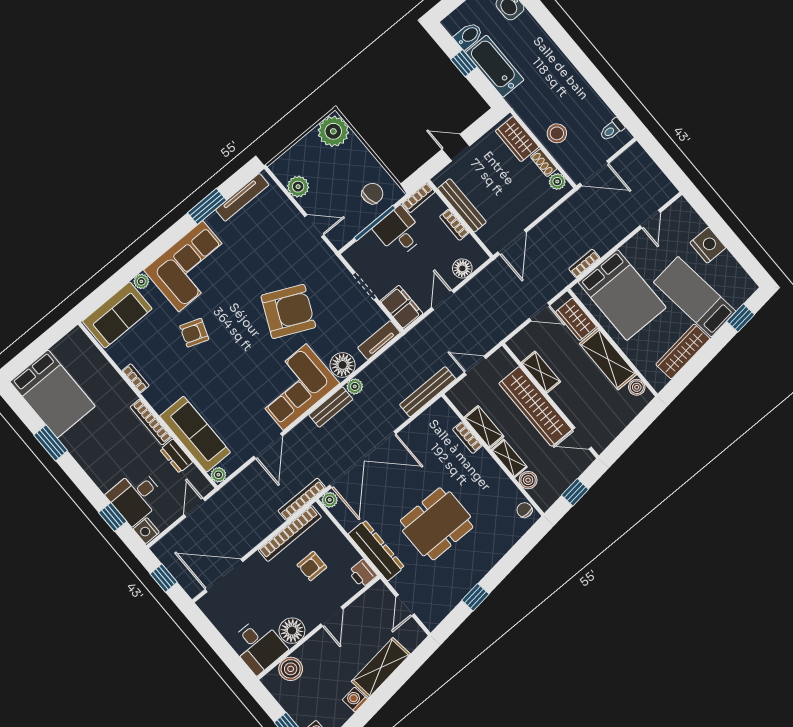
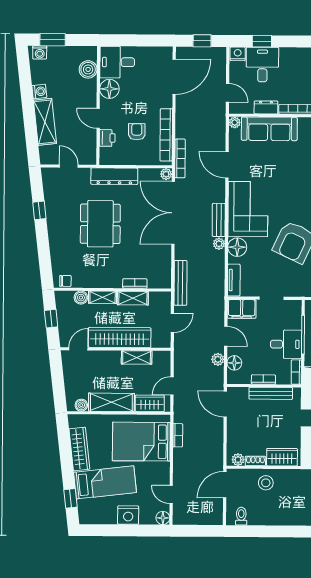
floor lamp: (681, 208) -> (163, 518), added
plant: (473, 288) -> (218, 359), added
printer: (363, 574) -> (107, 138), moved, turned 90

